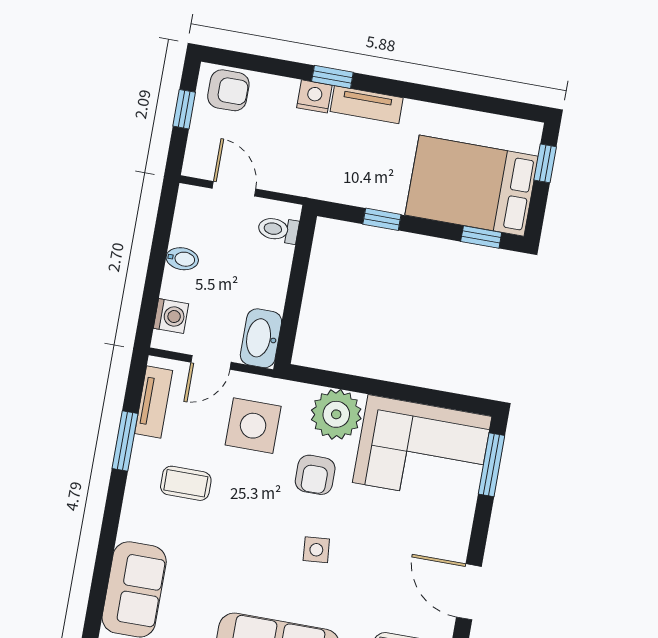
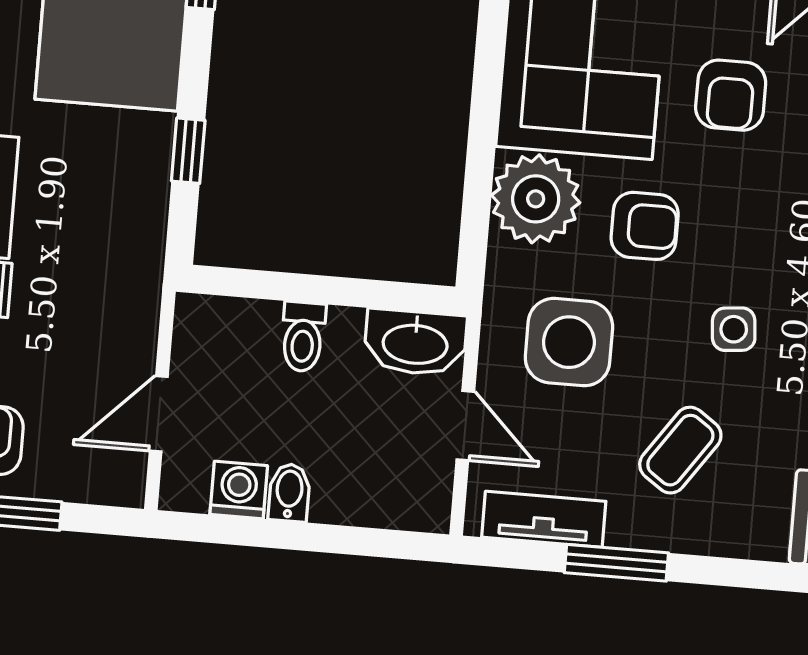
toilet: (278, 230) -> (303, 337), moved
washing machine: (171, 316) -> (239, 490), moved
coffee table: (186, 483) -> (680, 450), turned 35
armchair: (385, 531) -> (731, 95), added
side table: (316, 550) -> (734, 329), moved

